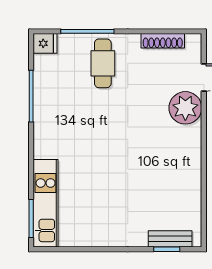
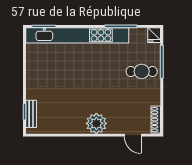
shoe rack: (163, 41) -> (156, 120), moved
plant: (185, 108) -> (96, 123), moved
kitchen unit: (46, 203) -> (77, 35), width x1.86

